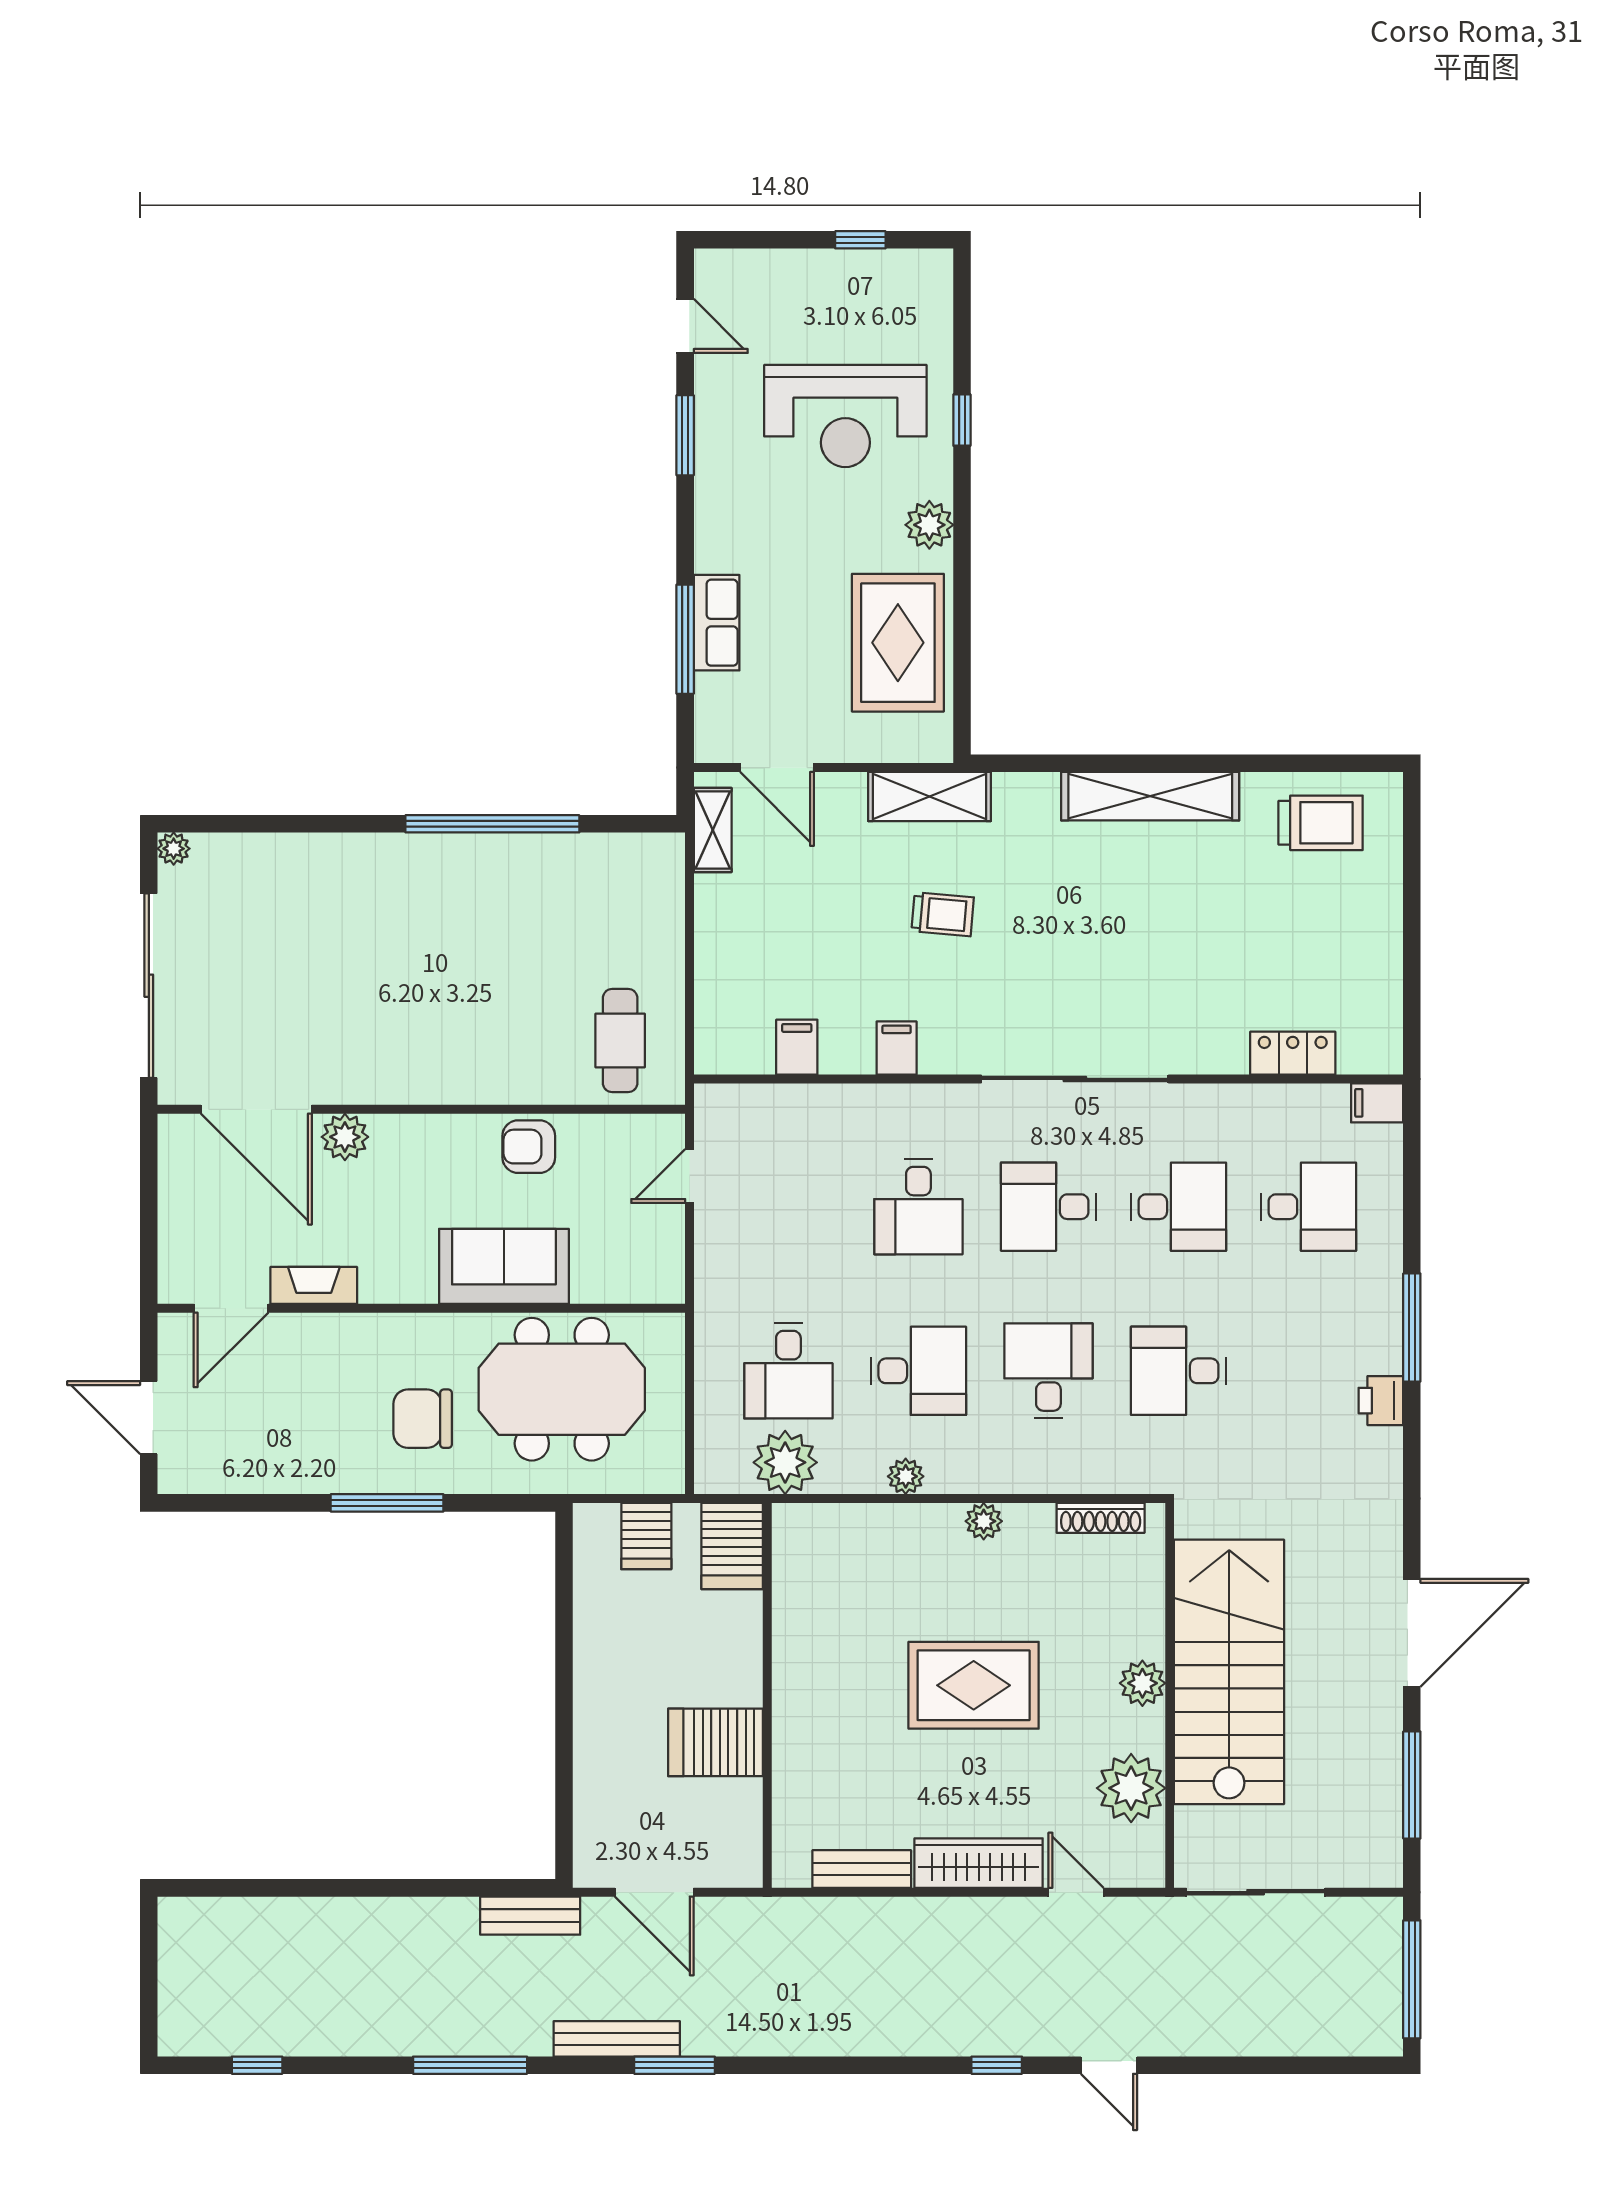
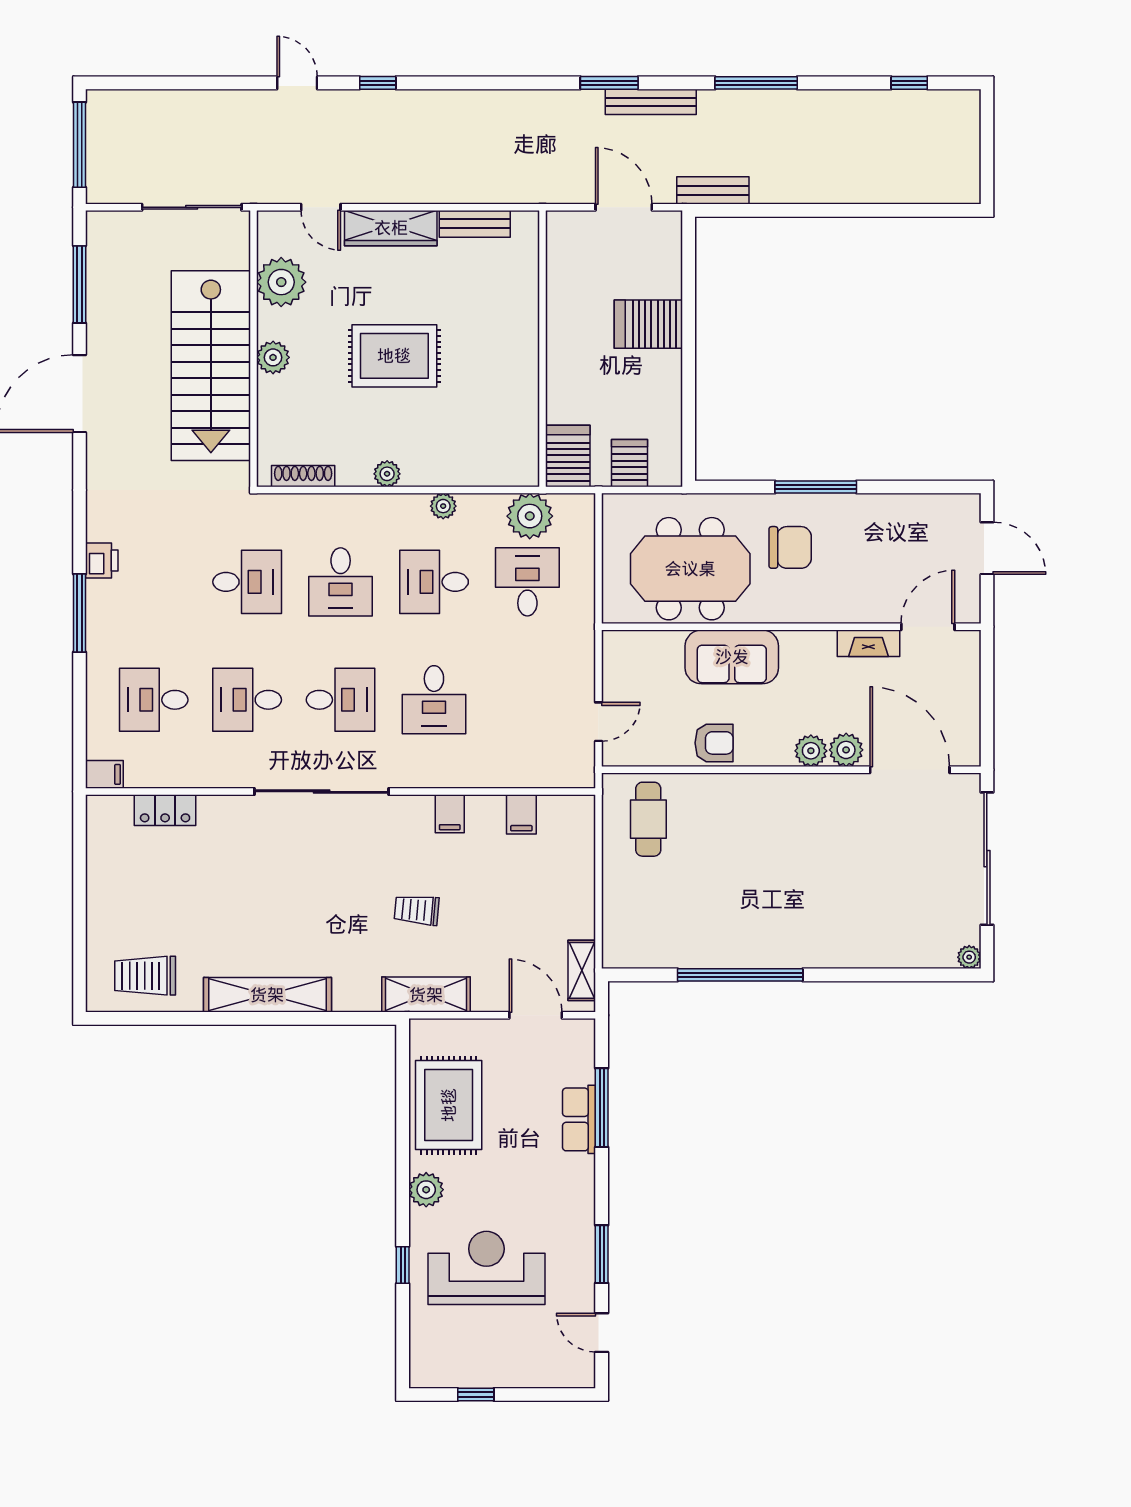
plant: (394, 1136) -> (811, 751), added
desk: (918, 1207) -> (434, 700), turned 180
server rack: (716, 1742) -> (648, 324), moved, turned 180

